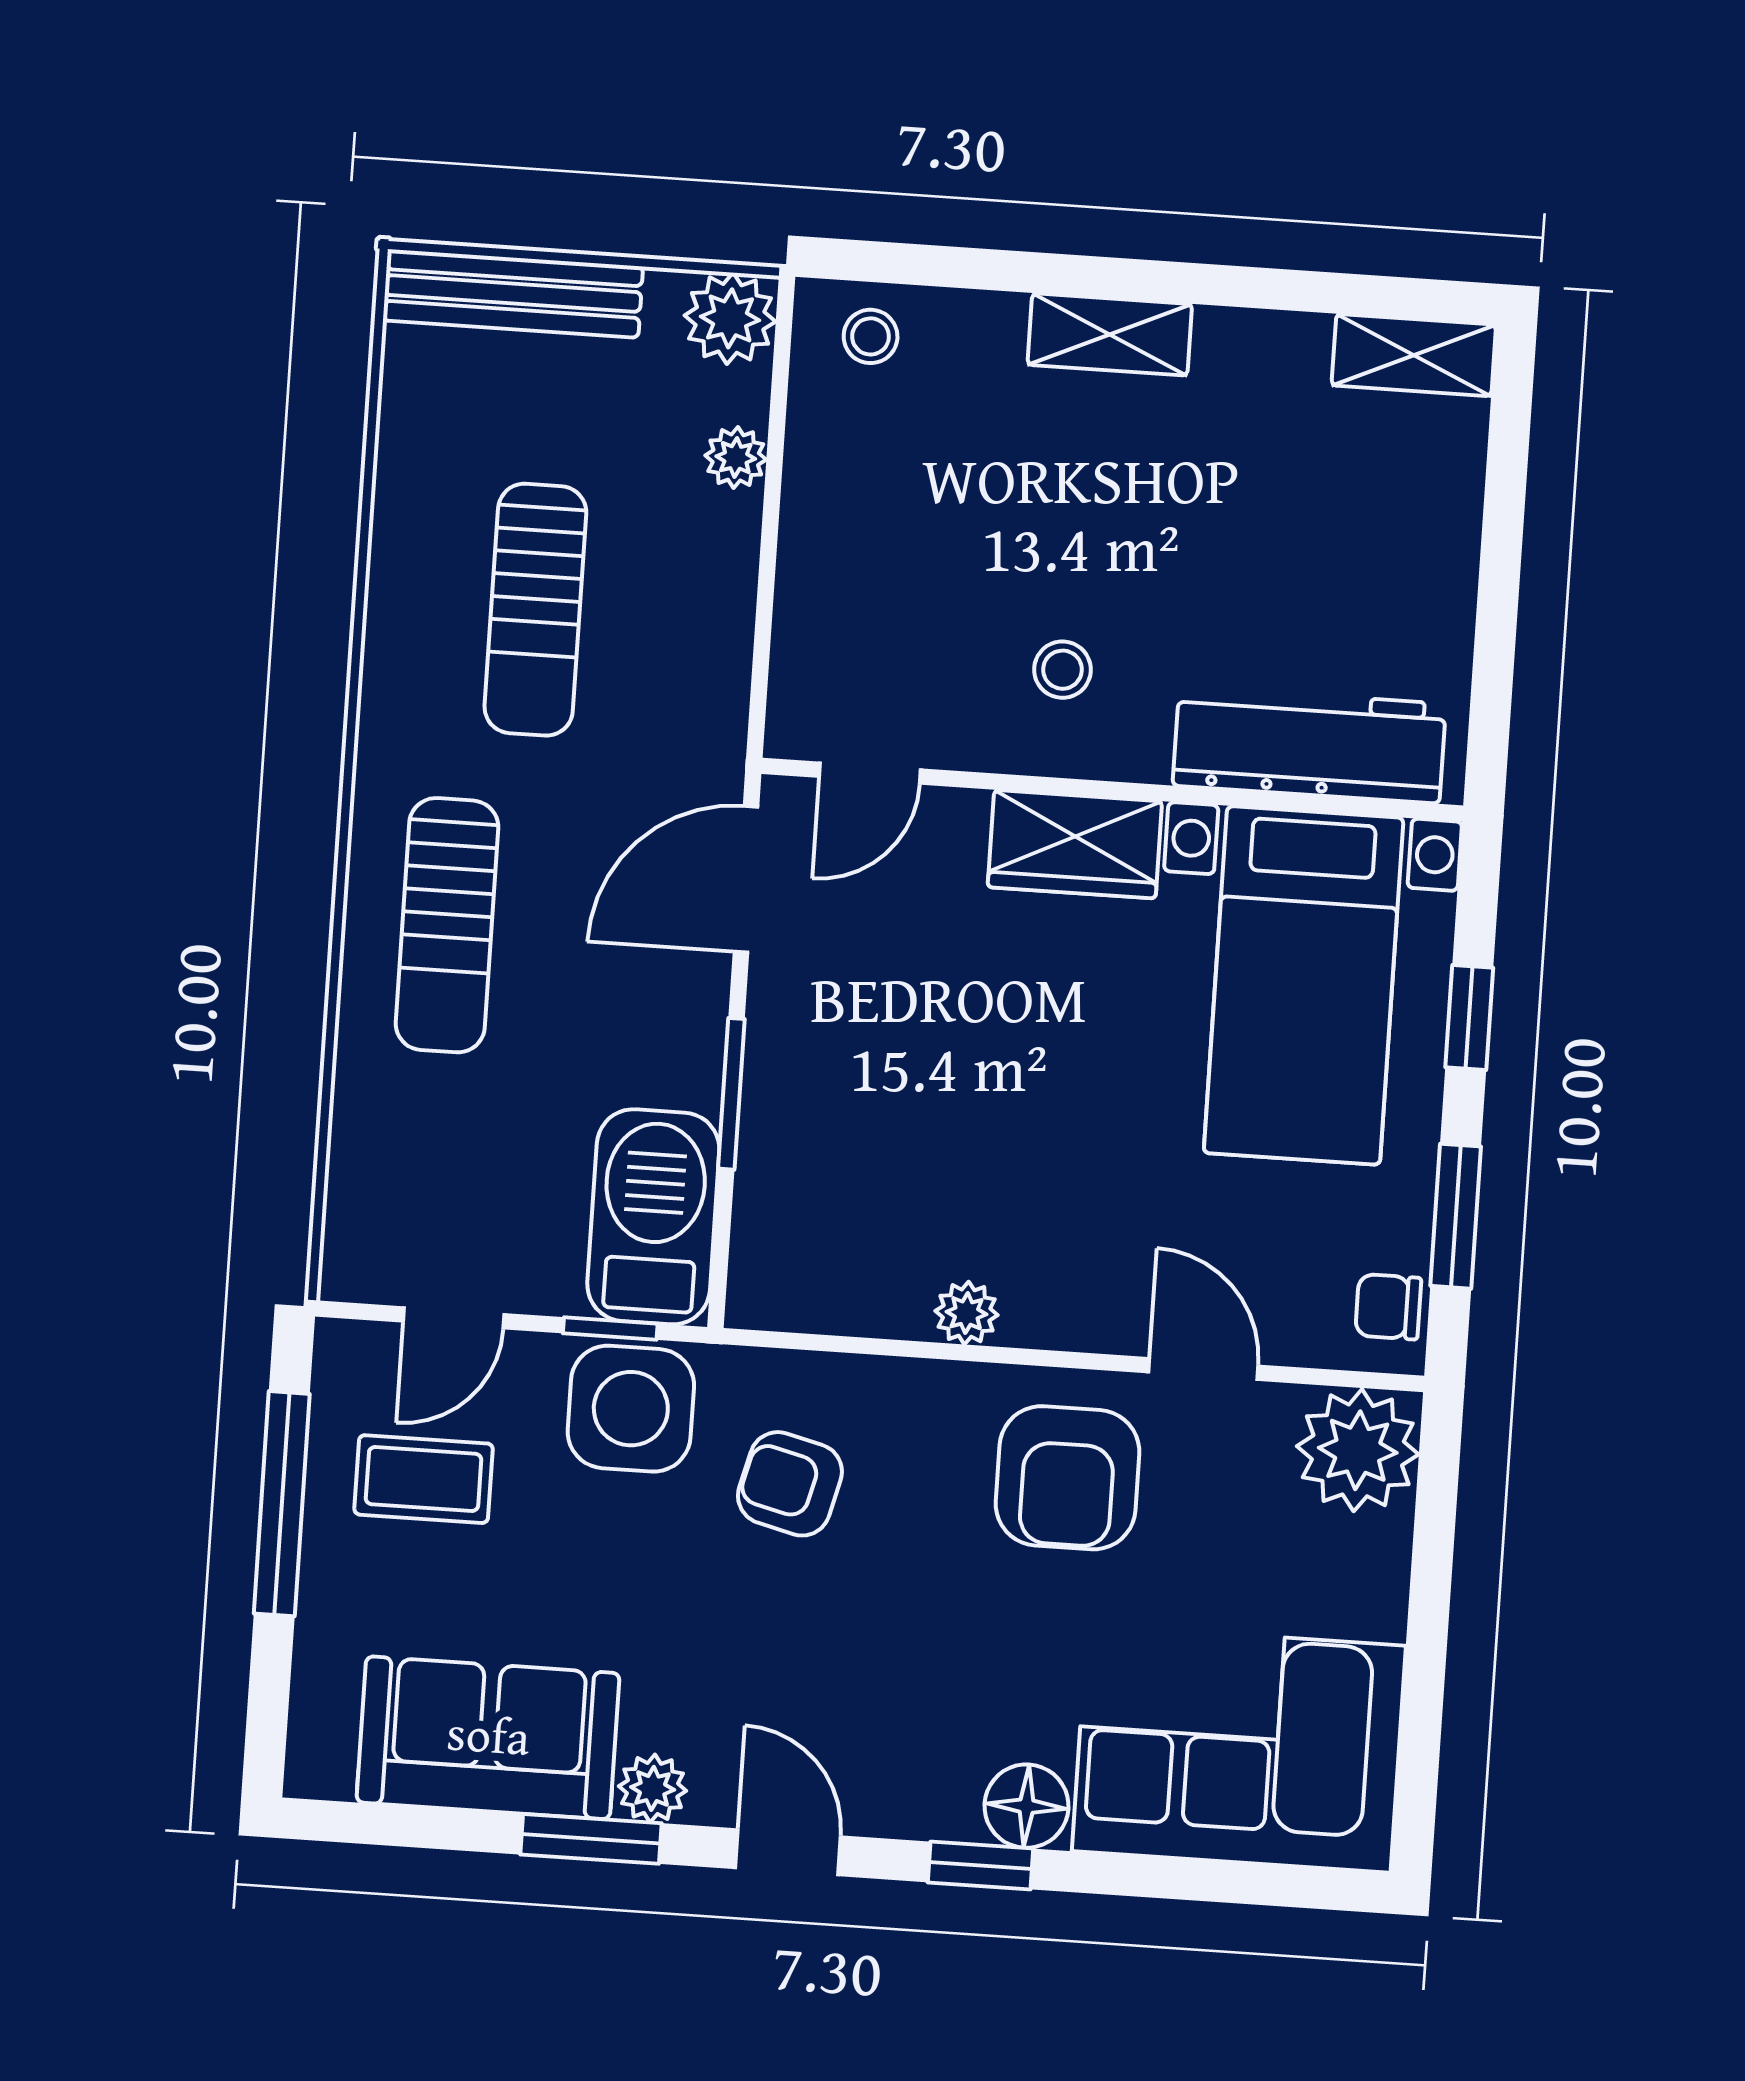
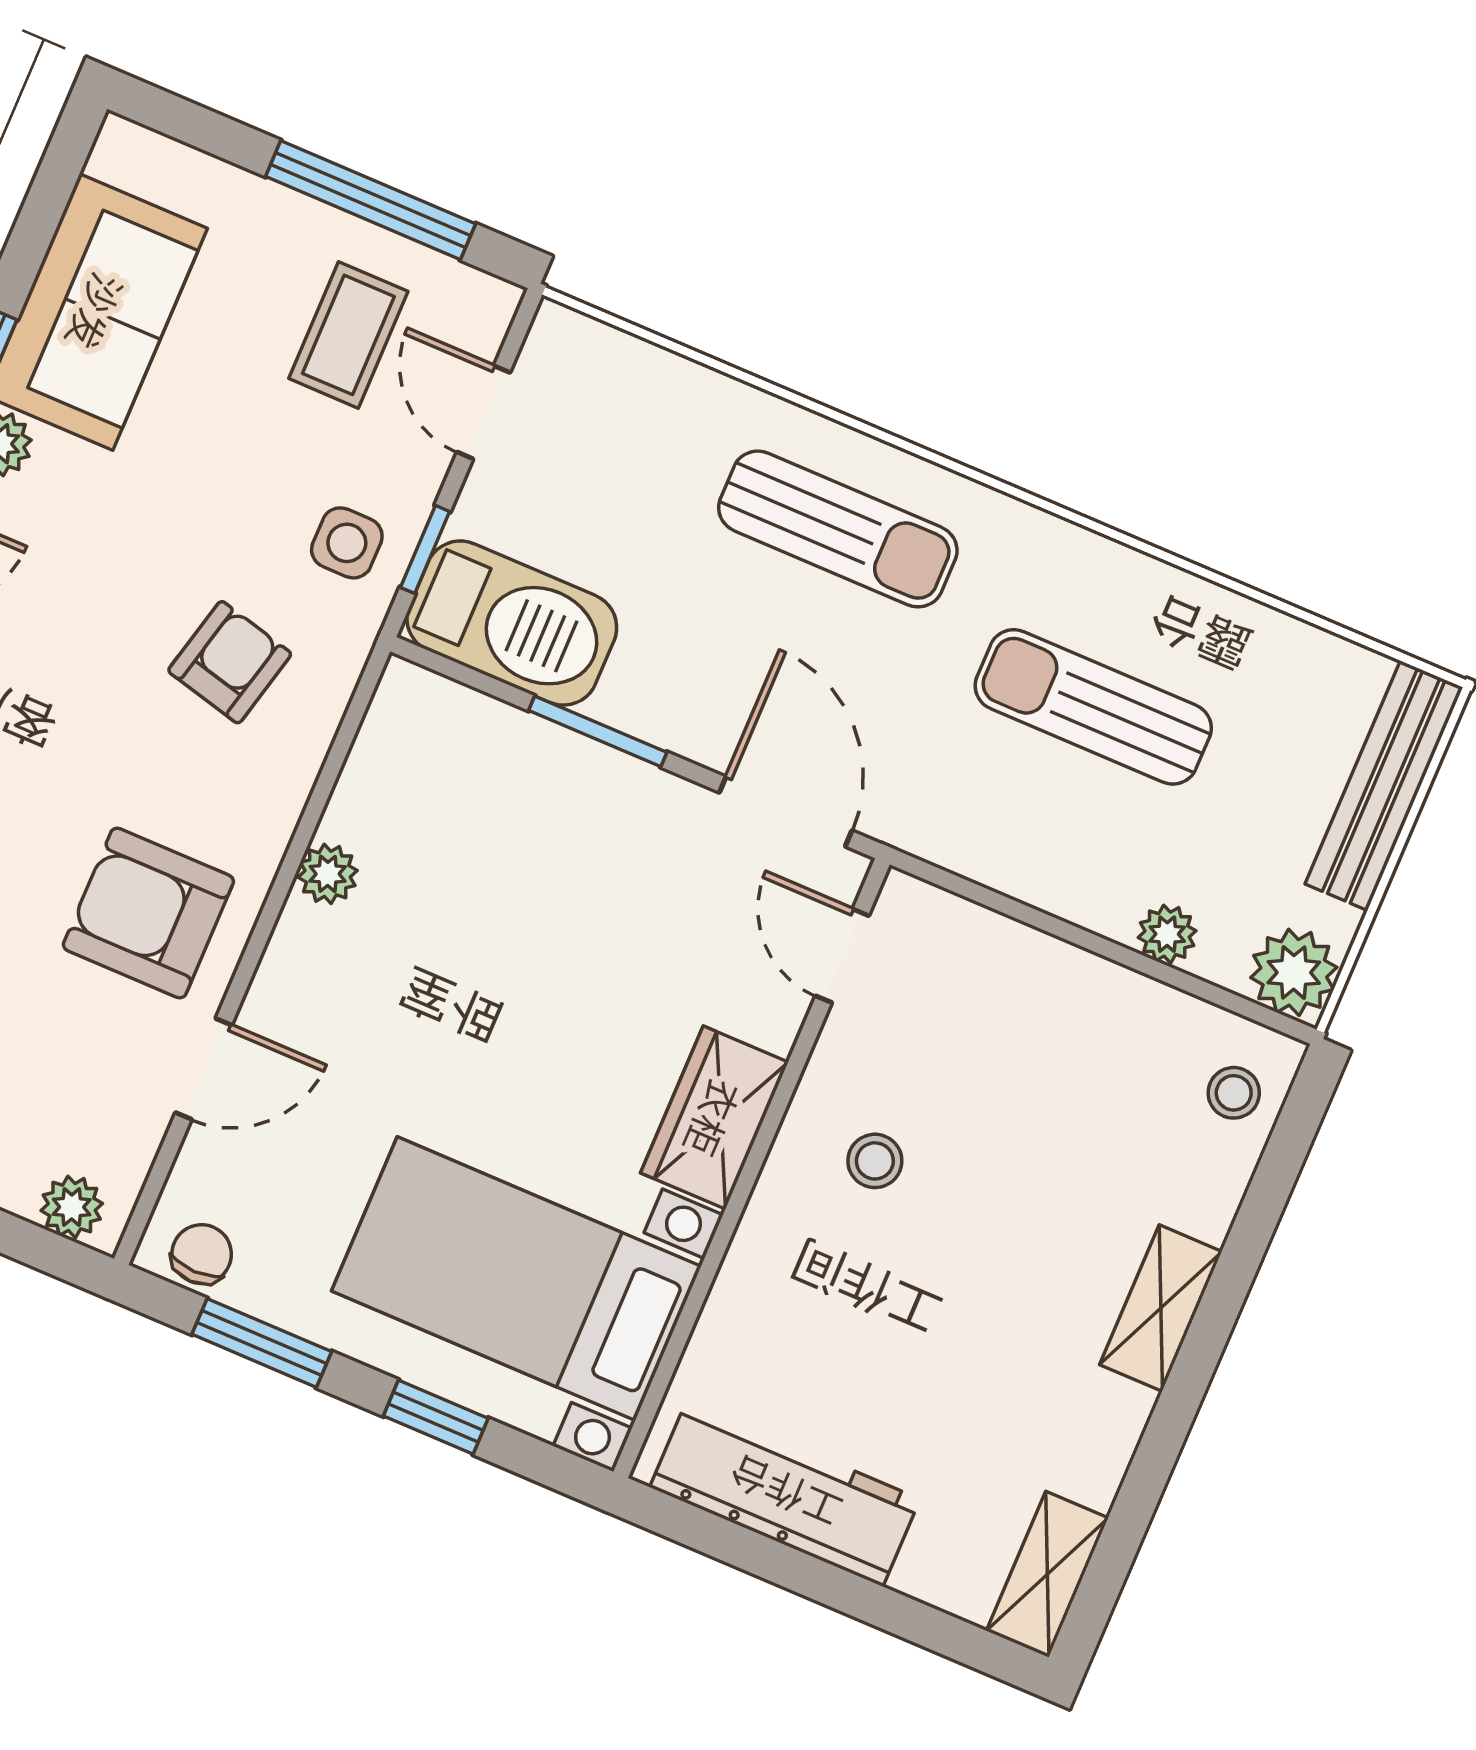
workbench: (1309, 745) -> (785, 1493), moved, turned -90
sun lounger: (447, 925) -> (838, 529), turned 180
side table: (631, 1409) -> (347, 543), width x0.54, depth x0.54
plant: (1358, 1450) -> (72, 1207), width x0.53, depth x0.53

